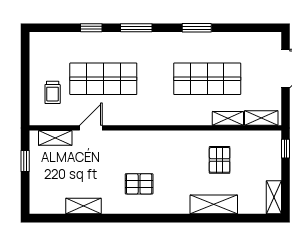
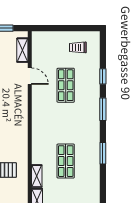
shop shelf: (103, 79) -> (66, 85), width x0.70, depth x0.74
shop shelf: (207, 79) -> (66, 161), width x0.70, depth x0.74
trolley: (53, 92) -> (78, 47), moved

